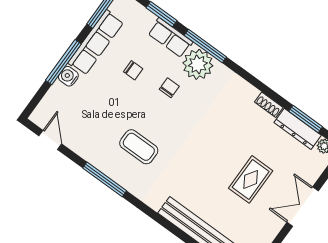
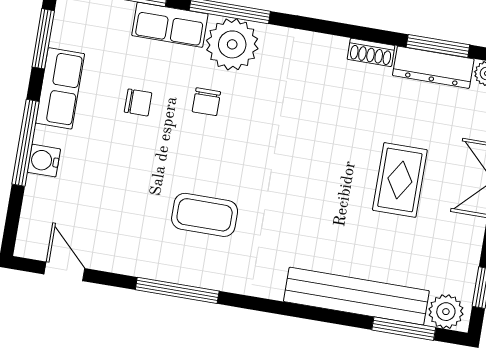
row of seats: (96, 43) -> (60, 88), width x0.68
chair: (169, 88) -> (206, 102), turned 180

